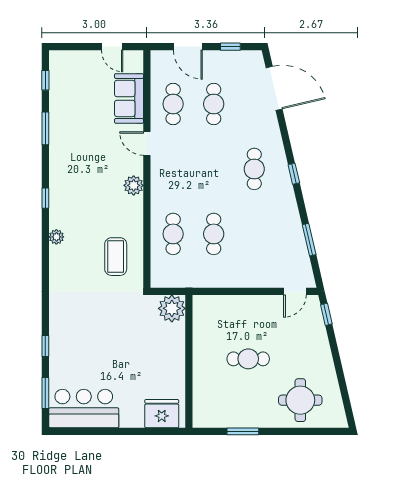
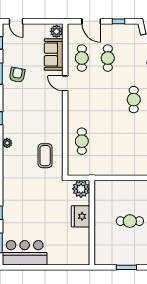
door: (112, 47) -> (16, 21), moved
armchair: (72, 130) -> (17, 75), added
plant: (134, 185) -> (57, 31), moved
cafe table: (214, 234) -> (108, 141), removed
fridge: (162, 414) -> (81, 216), moved, turned -90

